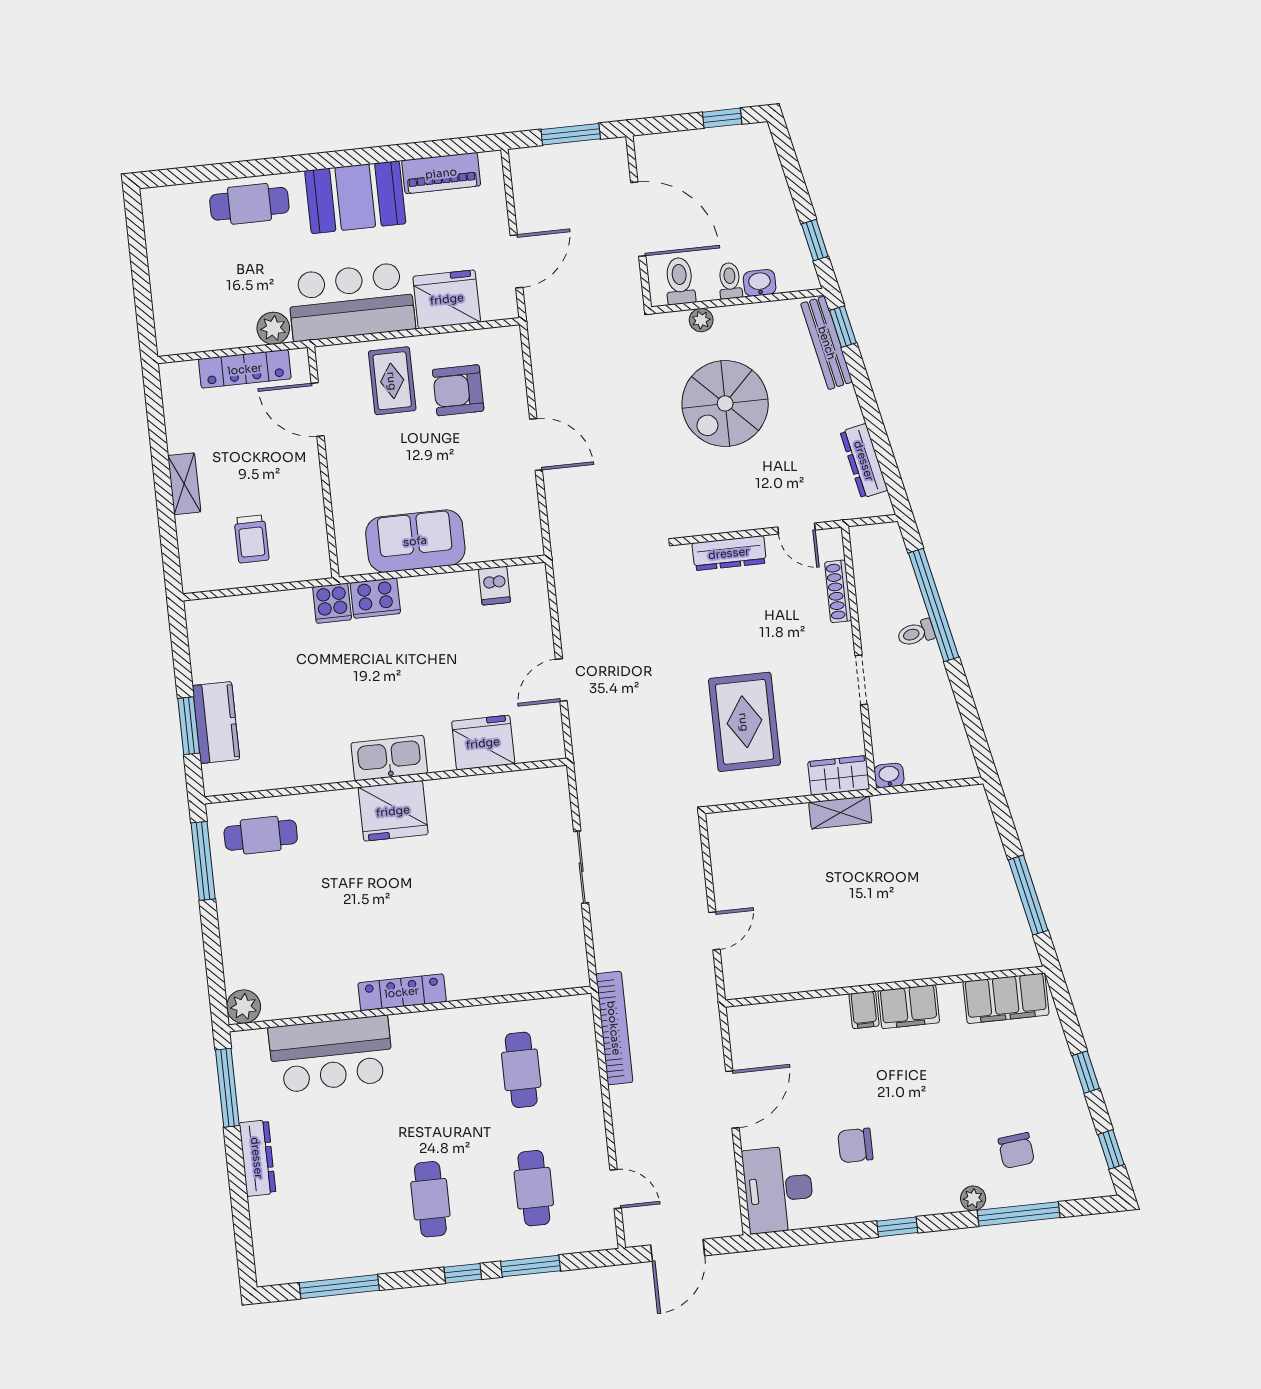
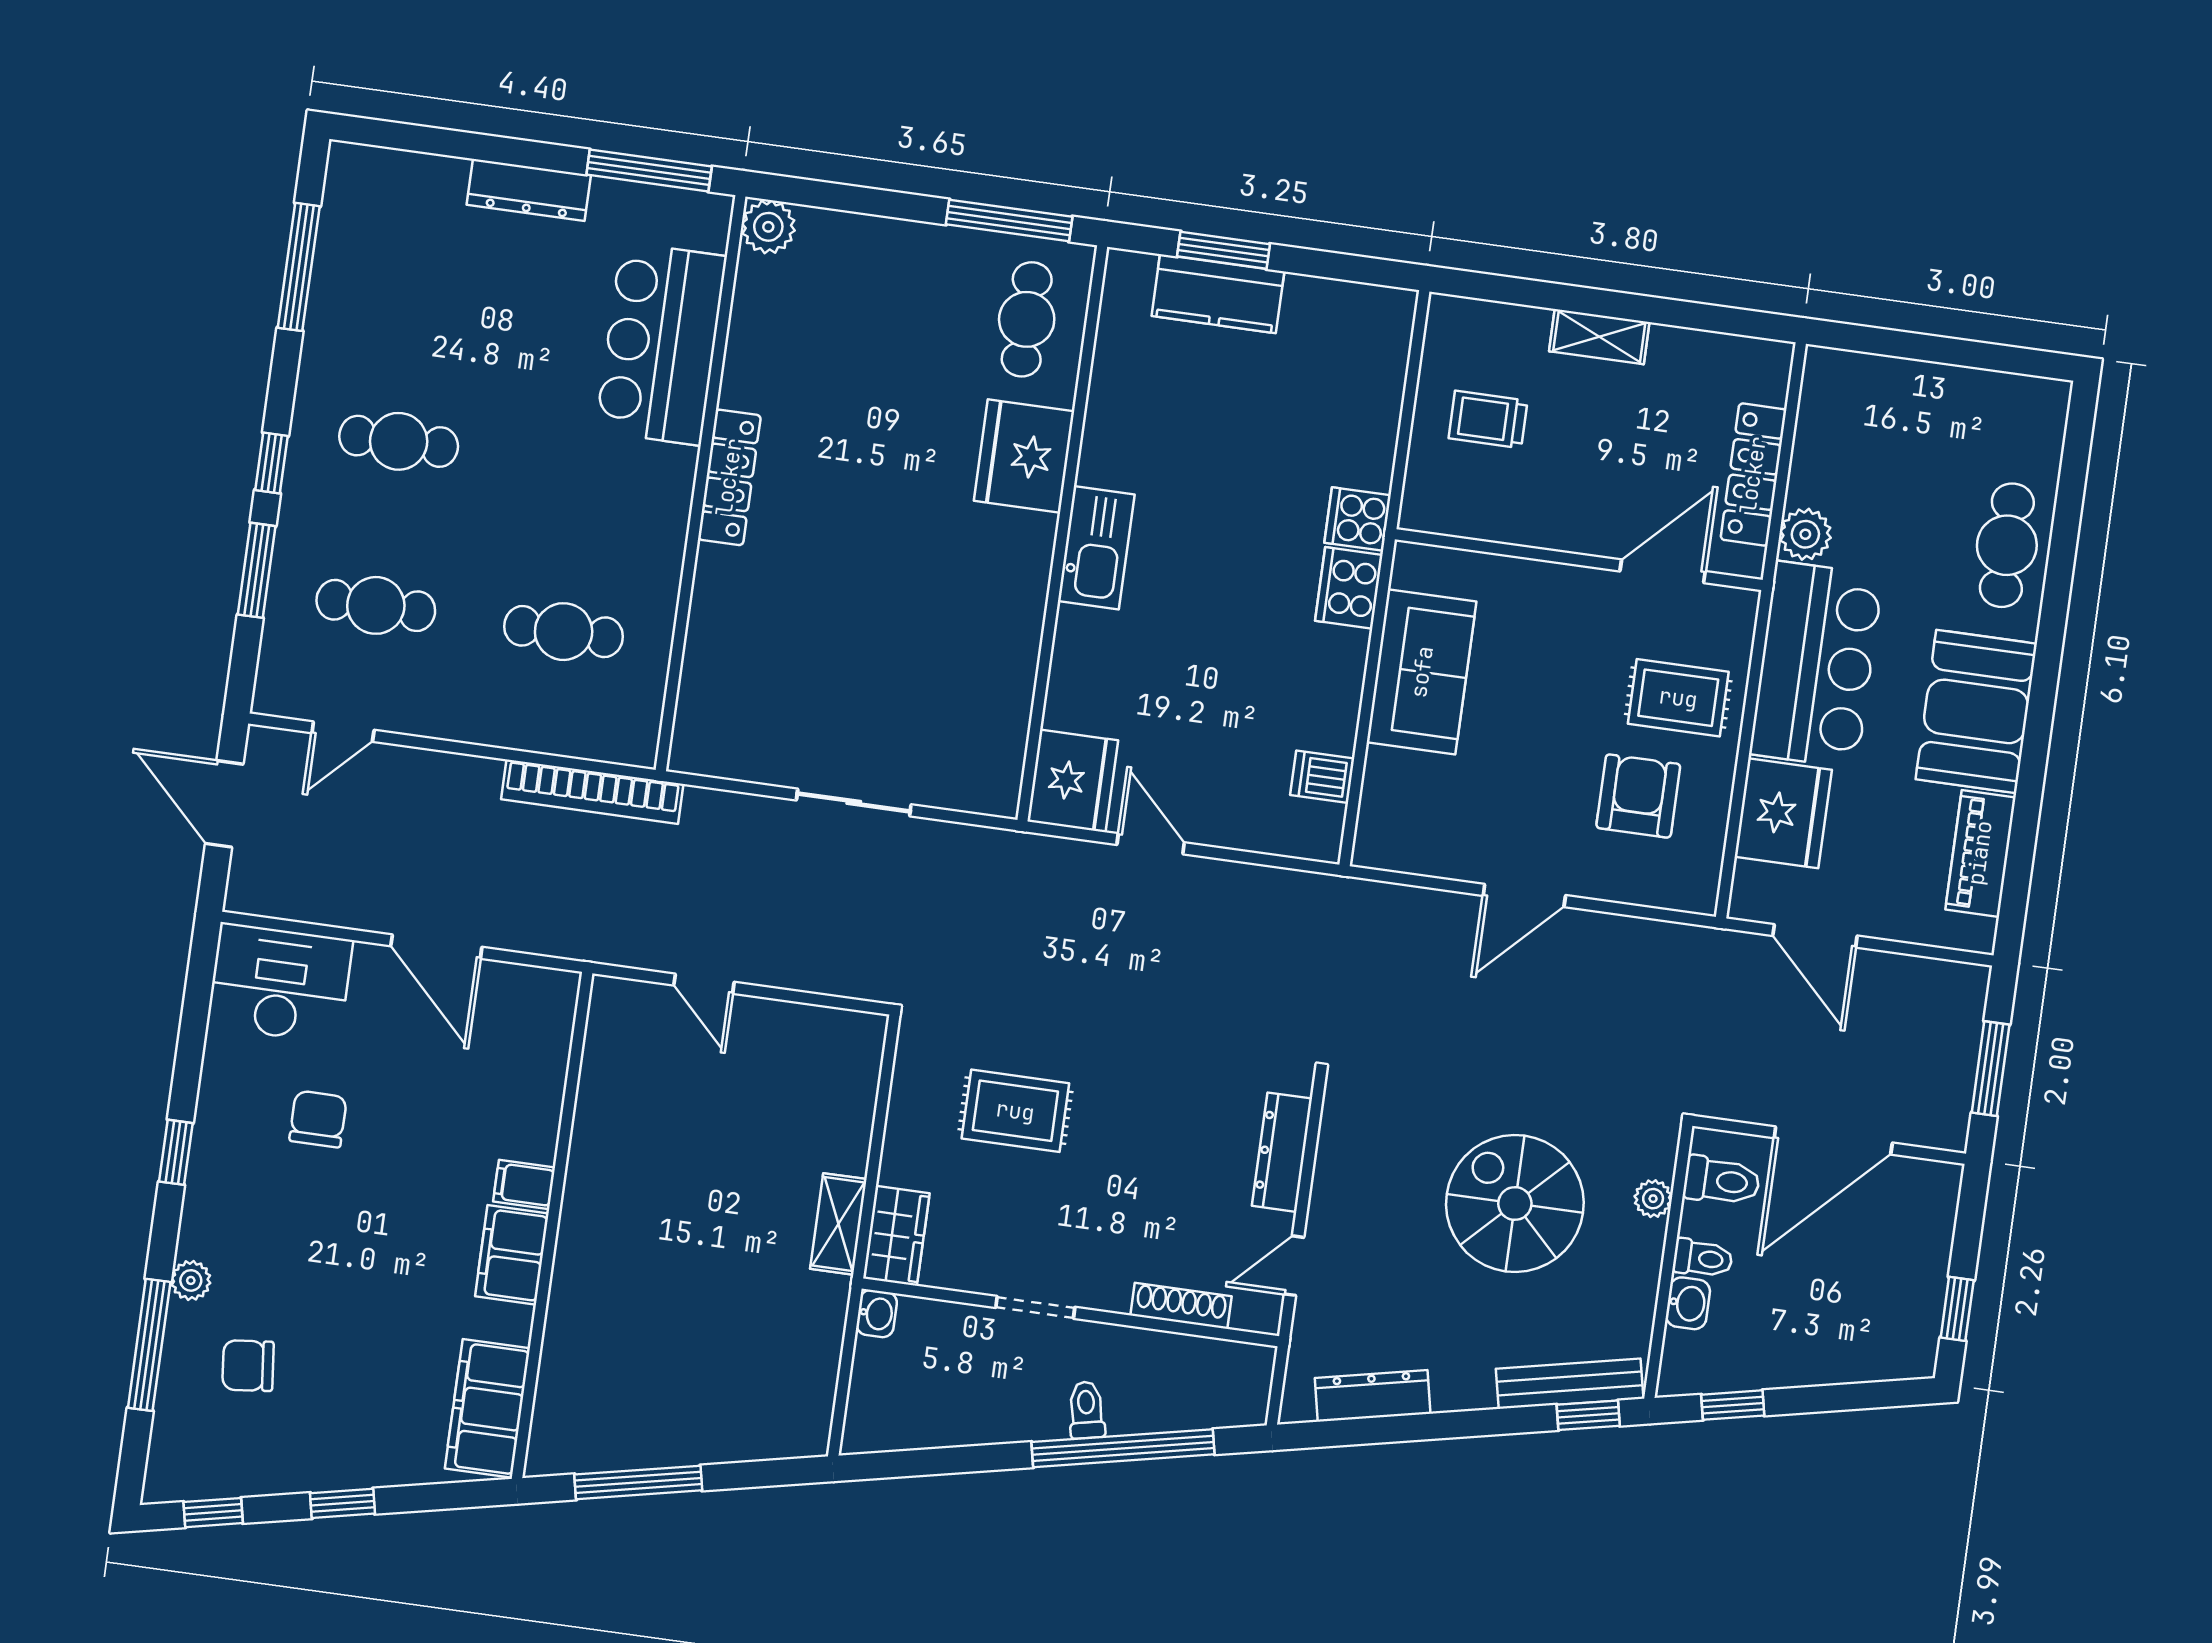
rug: (744, 722) -> (1015, 1111), width x0.73, depth x0.70
fridge: (483, 743) -> (1073, 781), moved
fridge: (393, 811) -> (1024, 456), moved

